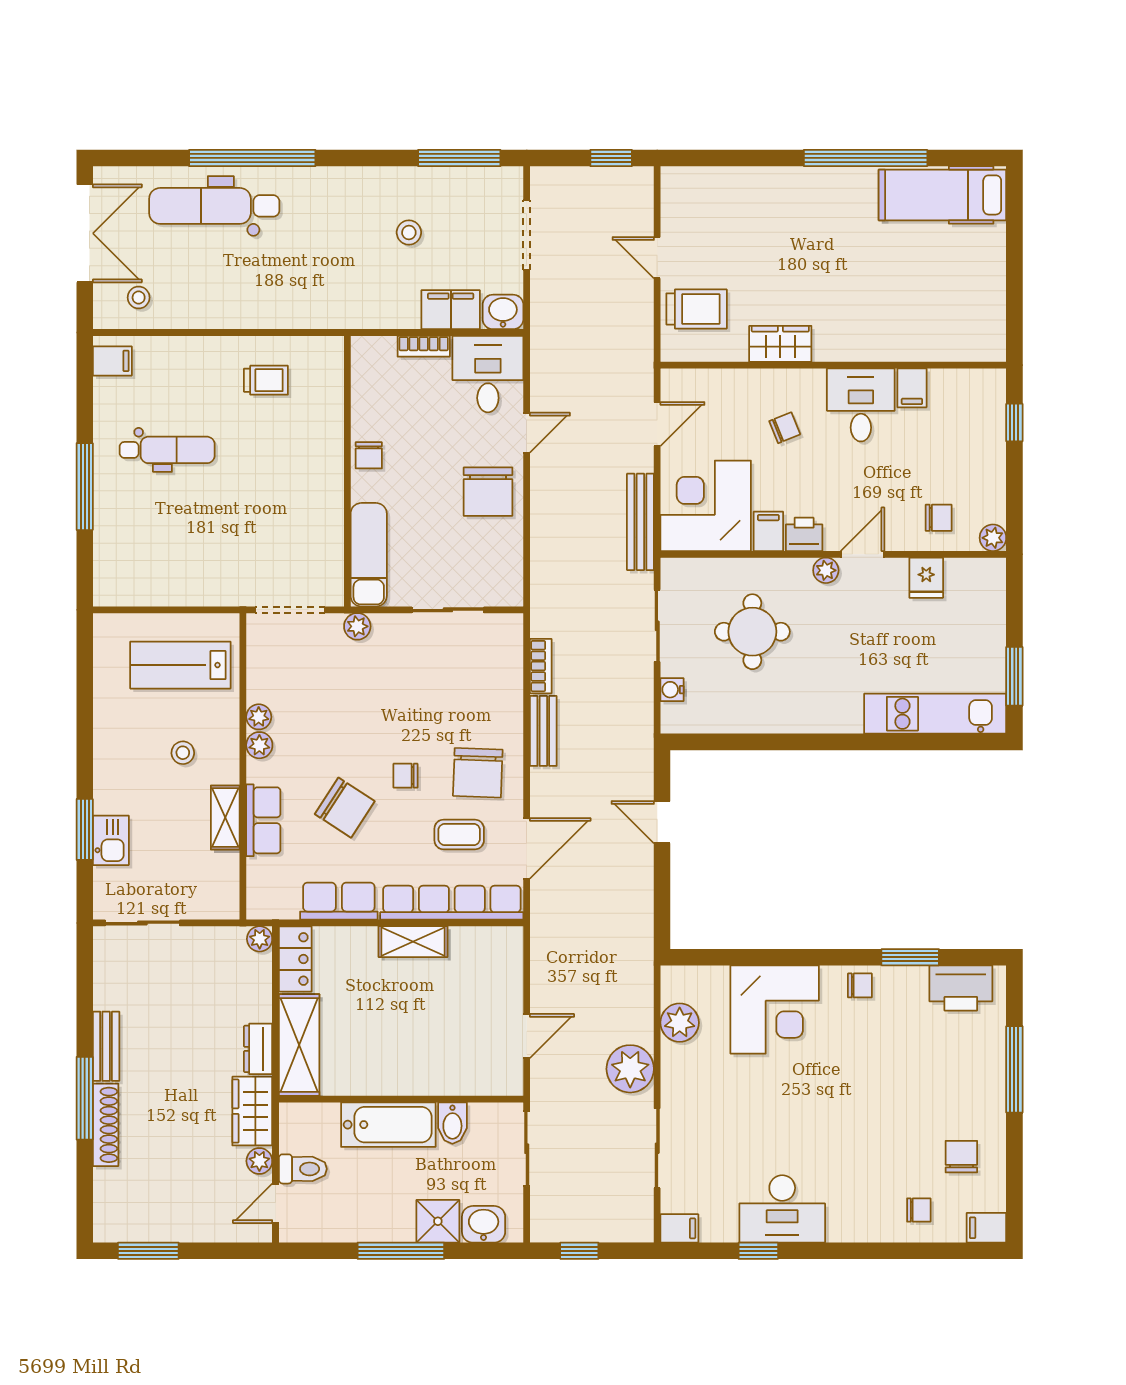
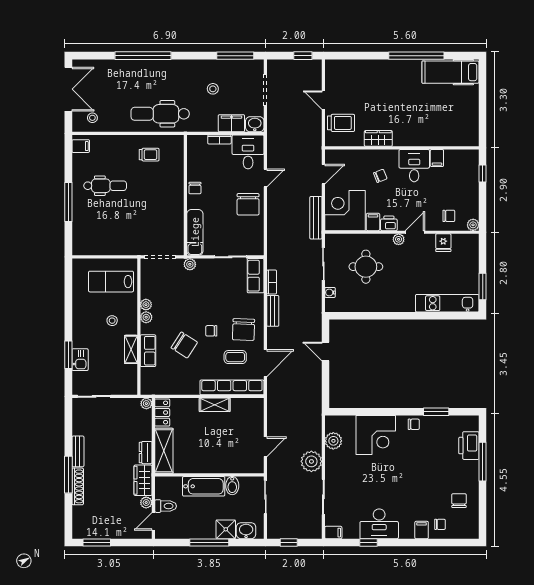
dental chair: (214, 206) -> (160, 114), moved
row of seats: (339, 901) -> (256, 276), moved, turned -90
printer: (961, 988) -> (469, 446), moved, turned 90
filing cabinet: (986, 1228) -> (422, 530), moved, turned 90

